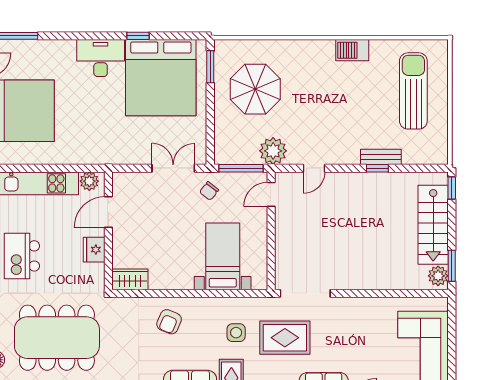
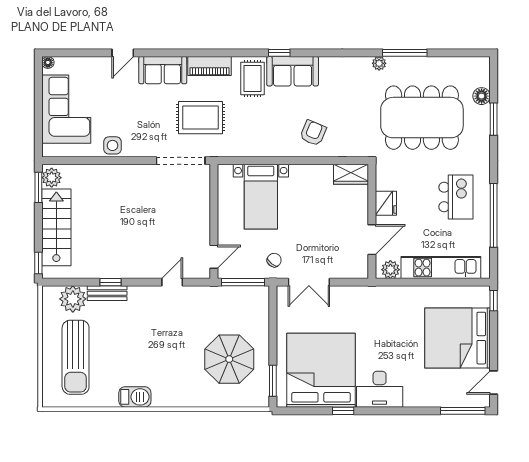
plant: (273, 151) -> (73, 299), moved
side table: (236, 333) -> (113, 145), moved

